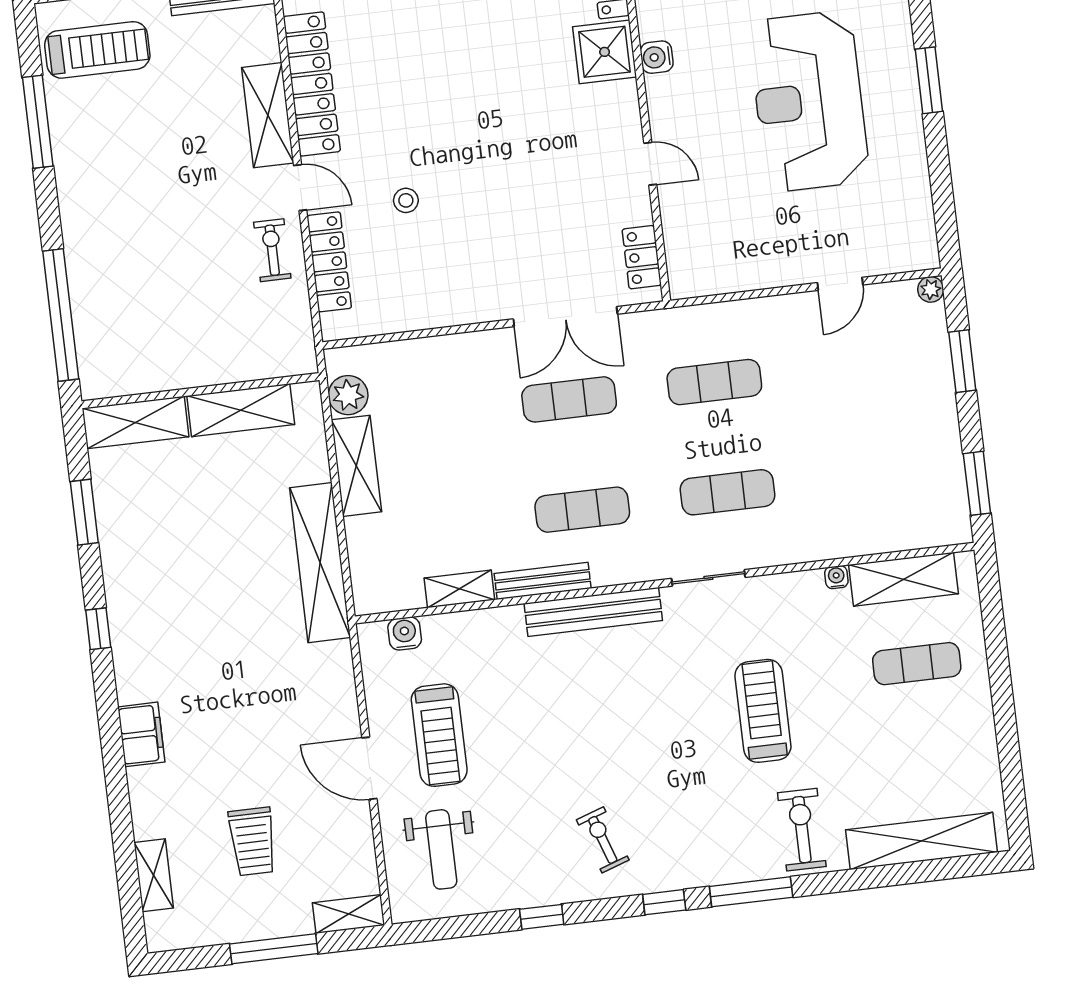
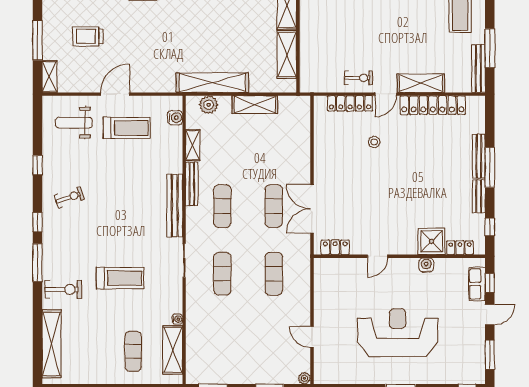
plant: (348, 395) -> (209, 105), moved
treadmill: (439, 735) -> (127, 128), turned 180

